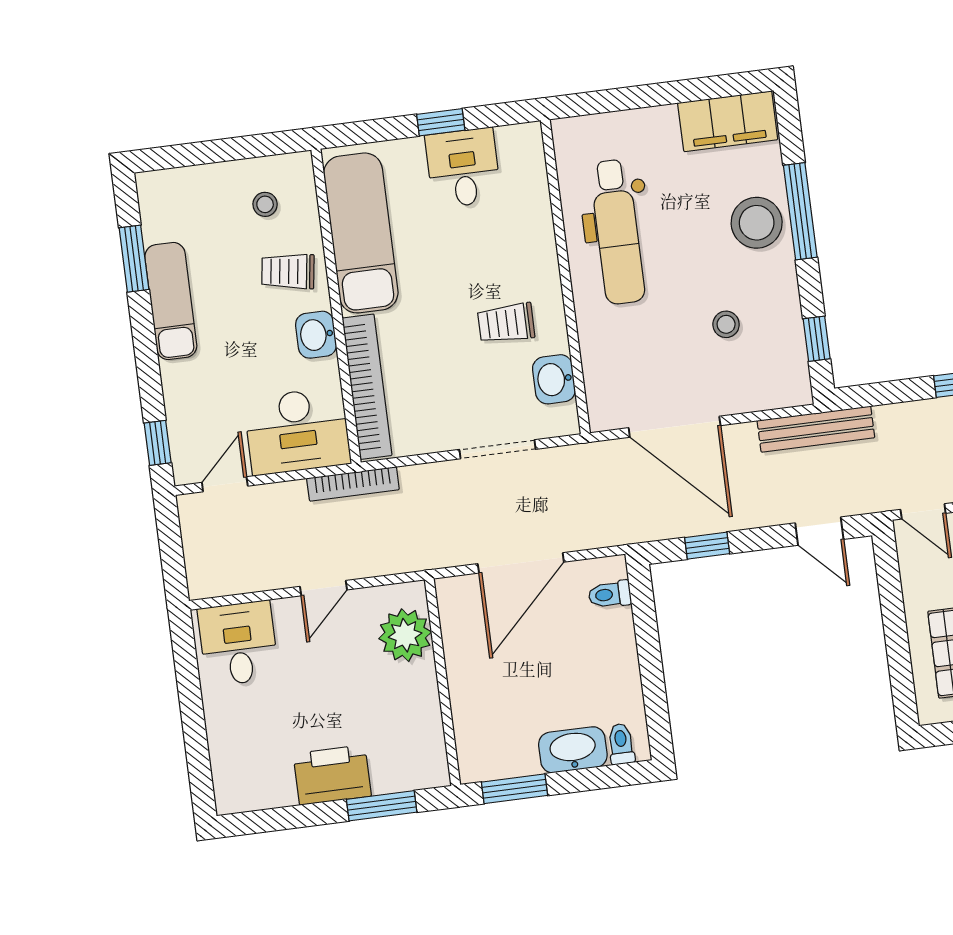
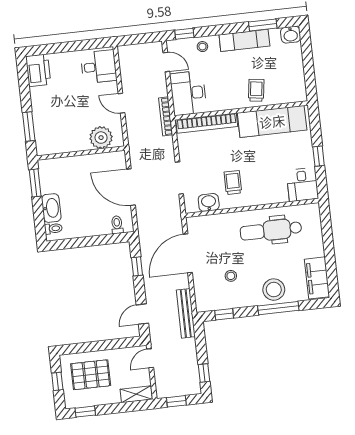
desk: (463, 168) -> (302, 185), moved, turned 90
stool: (265, 204) -> (202, 47), moved
washbasin: (316, 335) -> (291, 35), moved, turned 180
printer: (332, 775) -> (38, 70), moved

